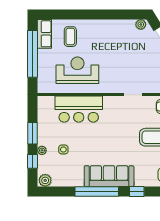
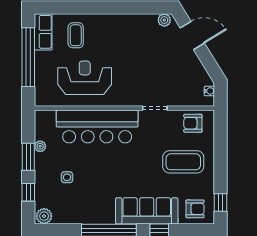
bar counter: (79, 109) -> (97, 127), width x1.36
plant: (42, 150) -> (40, 146), moved
sofa: (109, 176) -> (147, 211), moved

